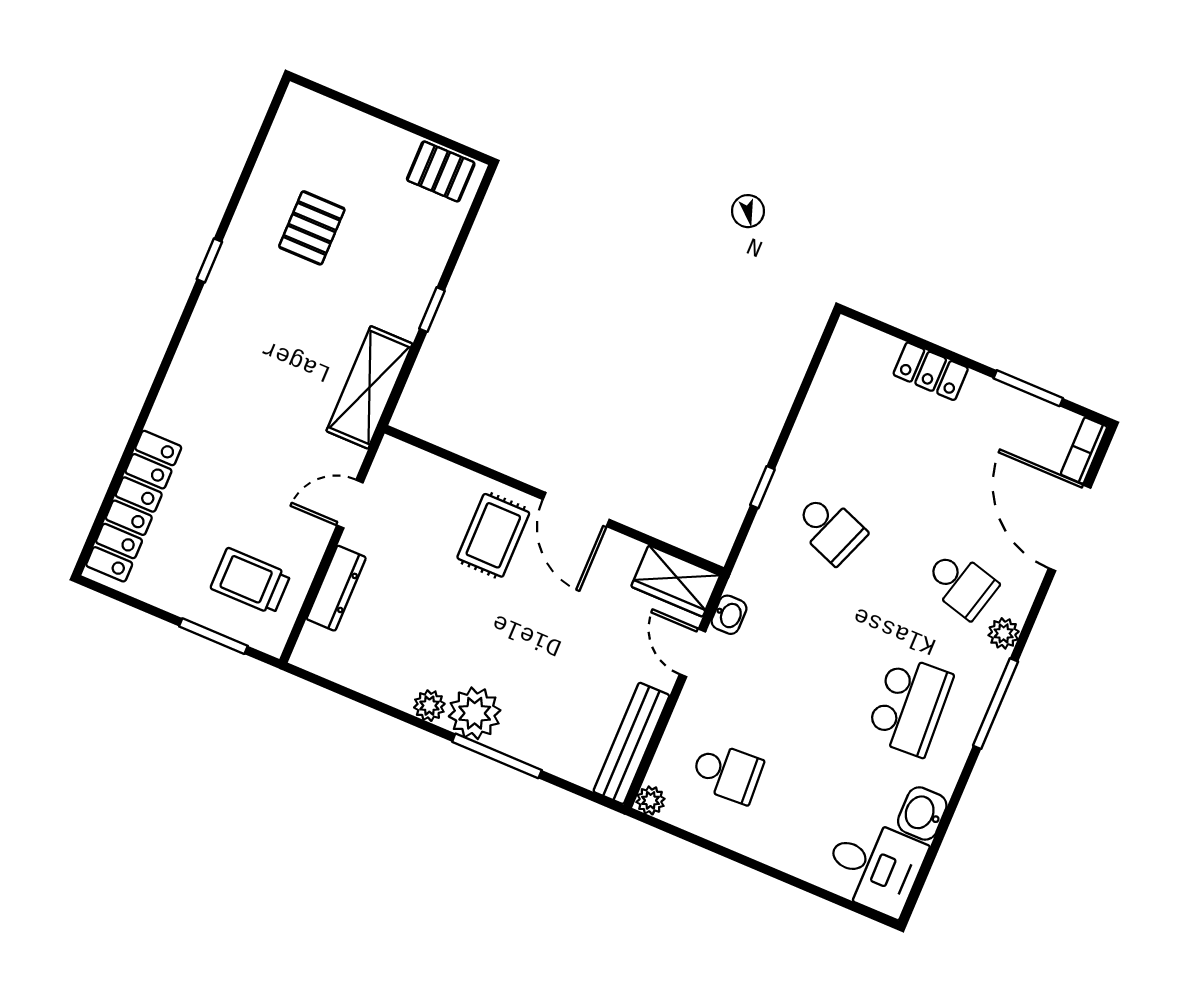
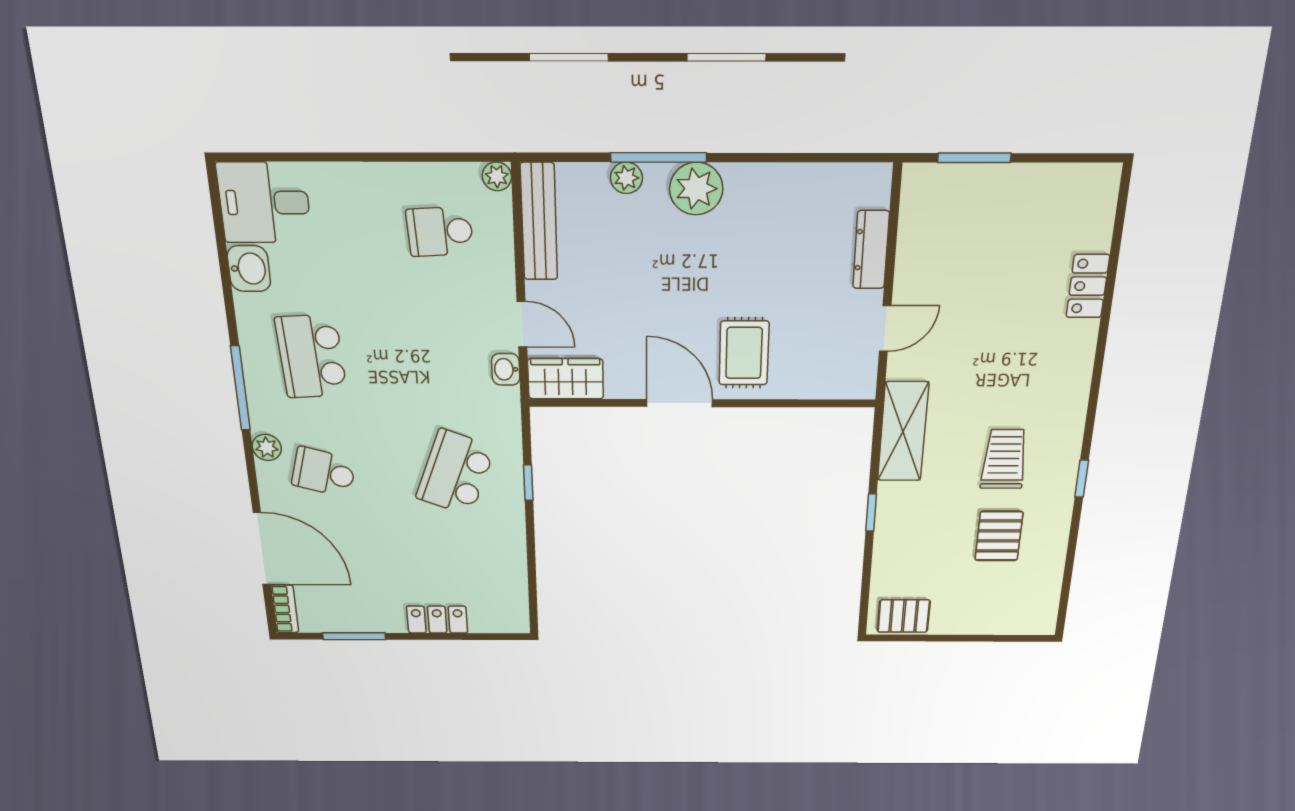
locker: (134, 506) -> (1088, 286), width x0.46, depth x0.83
school desk: (830, 529) -> (455, 472), width x1.85
trolley: (251, 581) -> (1004, 459), moved, turned -90
plant: (429, 706) -> (626, 178), moved

